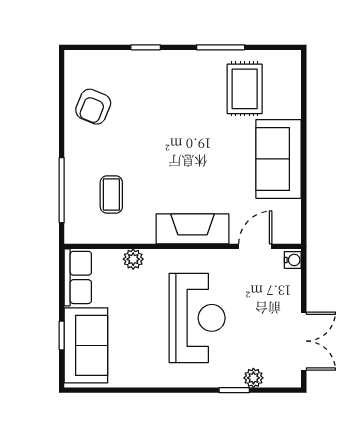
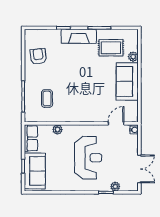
rug: (245, 89) -> (111, 48), turned 90
armchair: (93, 107) -> (38, 56), turned 151
plant: (291, 107) -> (133, 57), added
fireplace: (193, 229) -> (79, 36), moved, turned 180

